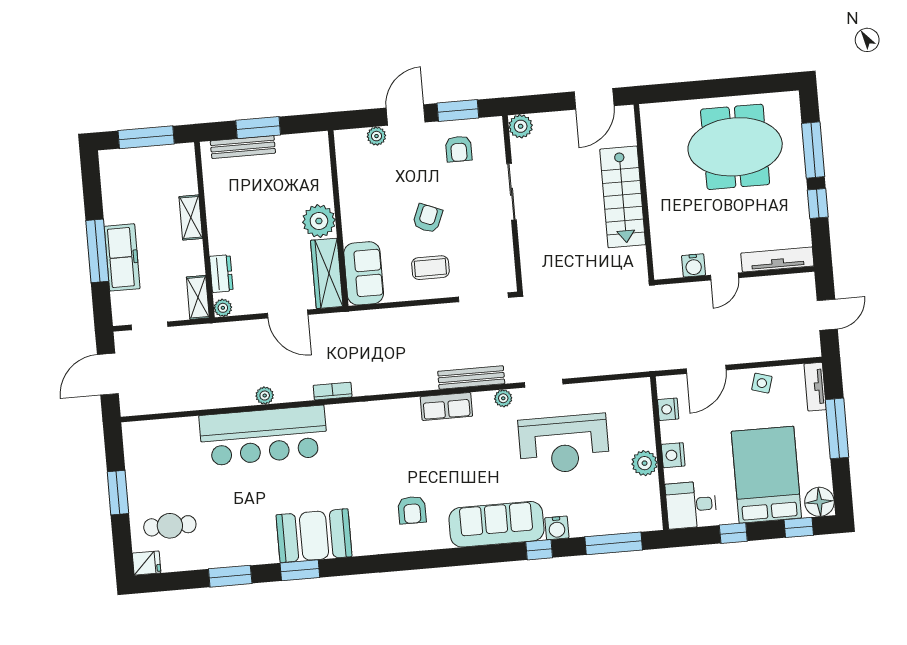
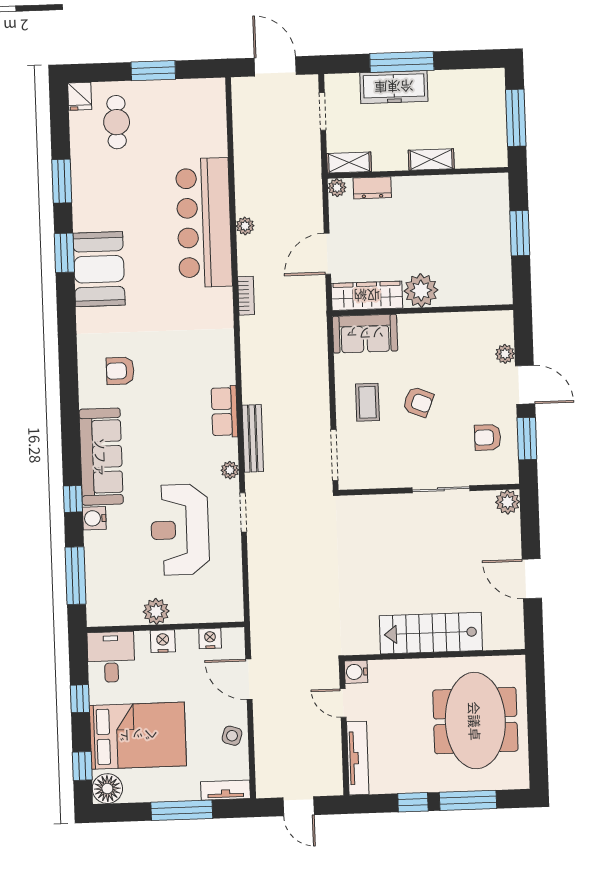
bench: (243, 147) -> (501, 216), removed
wall: (644, 192) -> (435, 655), moved
stairs: (623, 197) -> (431, 633), moved

